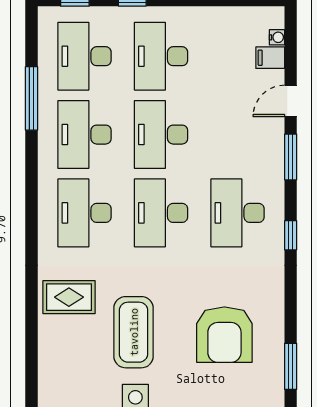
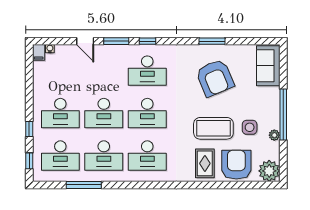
filing cabinet: (270, 58) -> (39, 52), moved
window: (291, 235) -> (147, 41), moved
rug: (69, 297) -> (205, 163), moved
armchair: (224, 335) -> (215, 78), turned 67
window: (291, 366) -> (212, 41), moved
armchair: (68, 373) -> (236, 165), added

